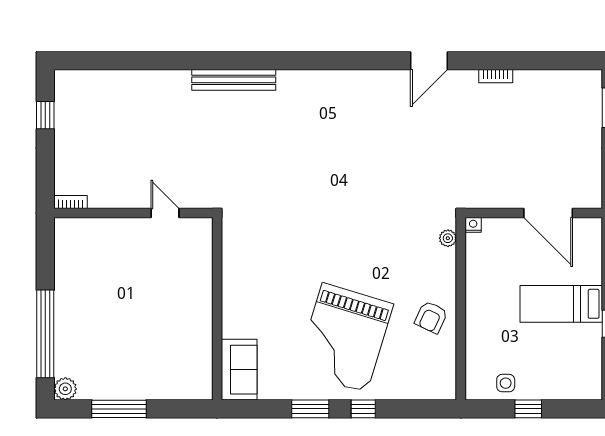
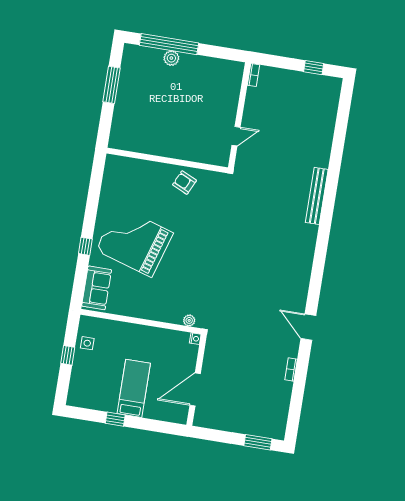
armchair: (431, 317) -> (184, 183), moved
sofa: (239, 370) -> (97, 288), moved, turned -90
plant: (65, 389) -> (171, 58), moved
window: (310, 409) -> (91, 211), removed

